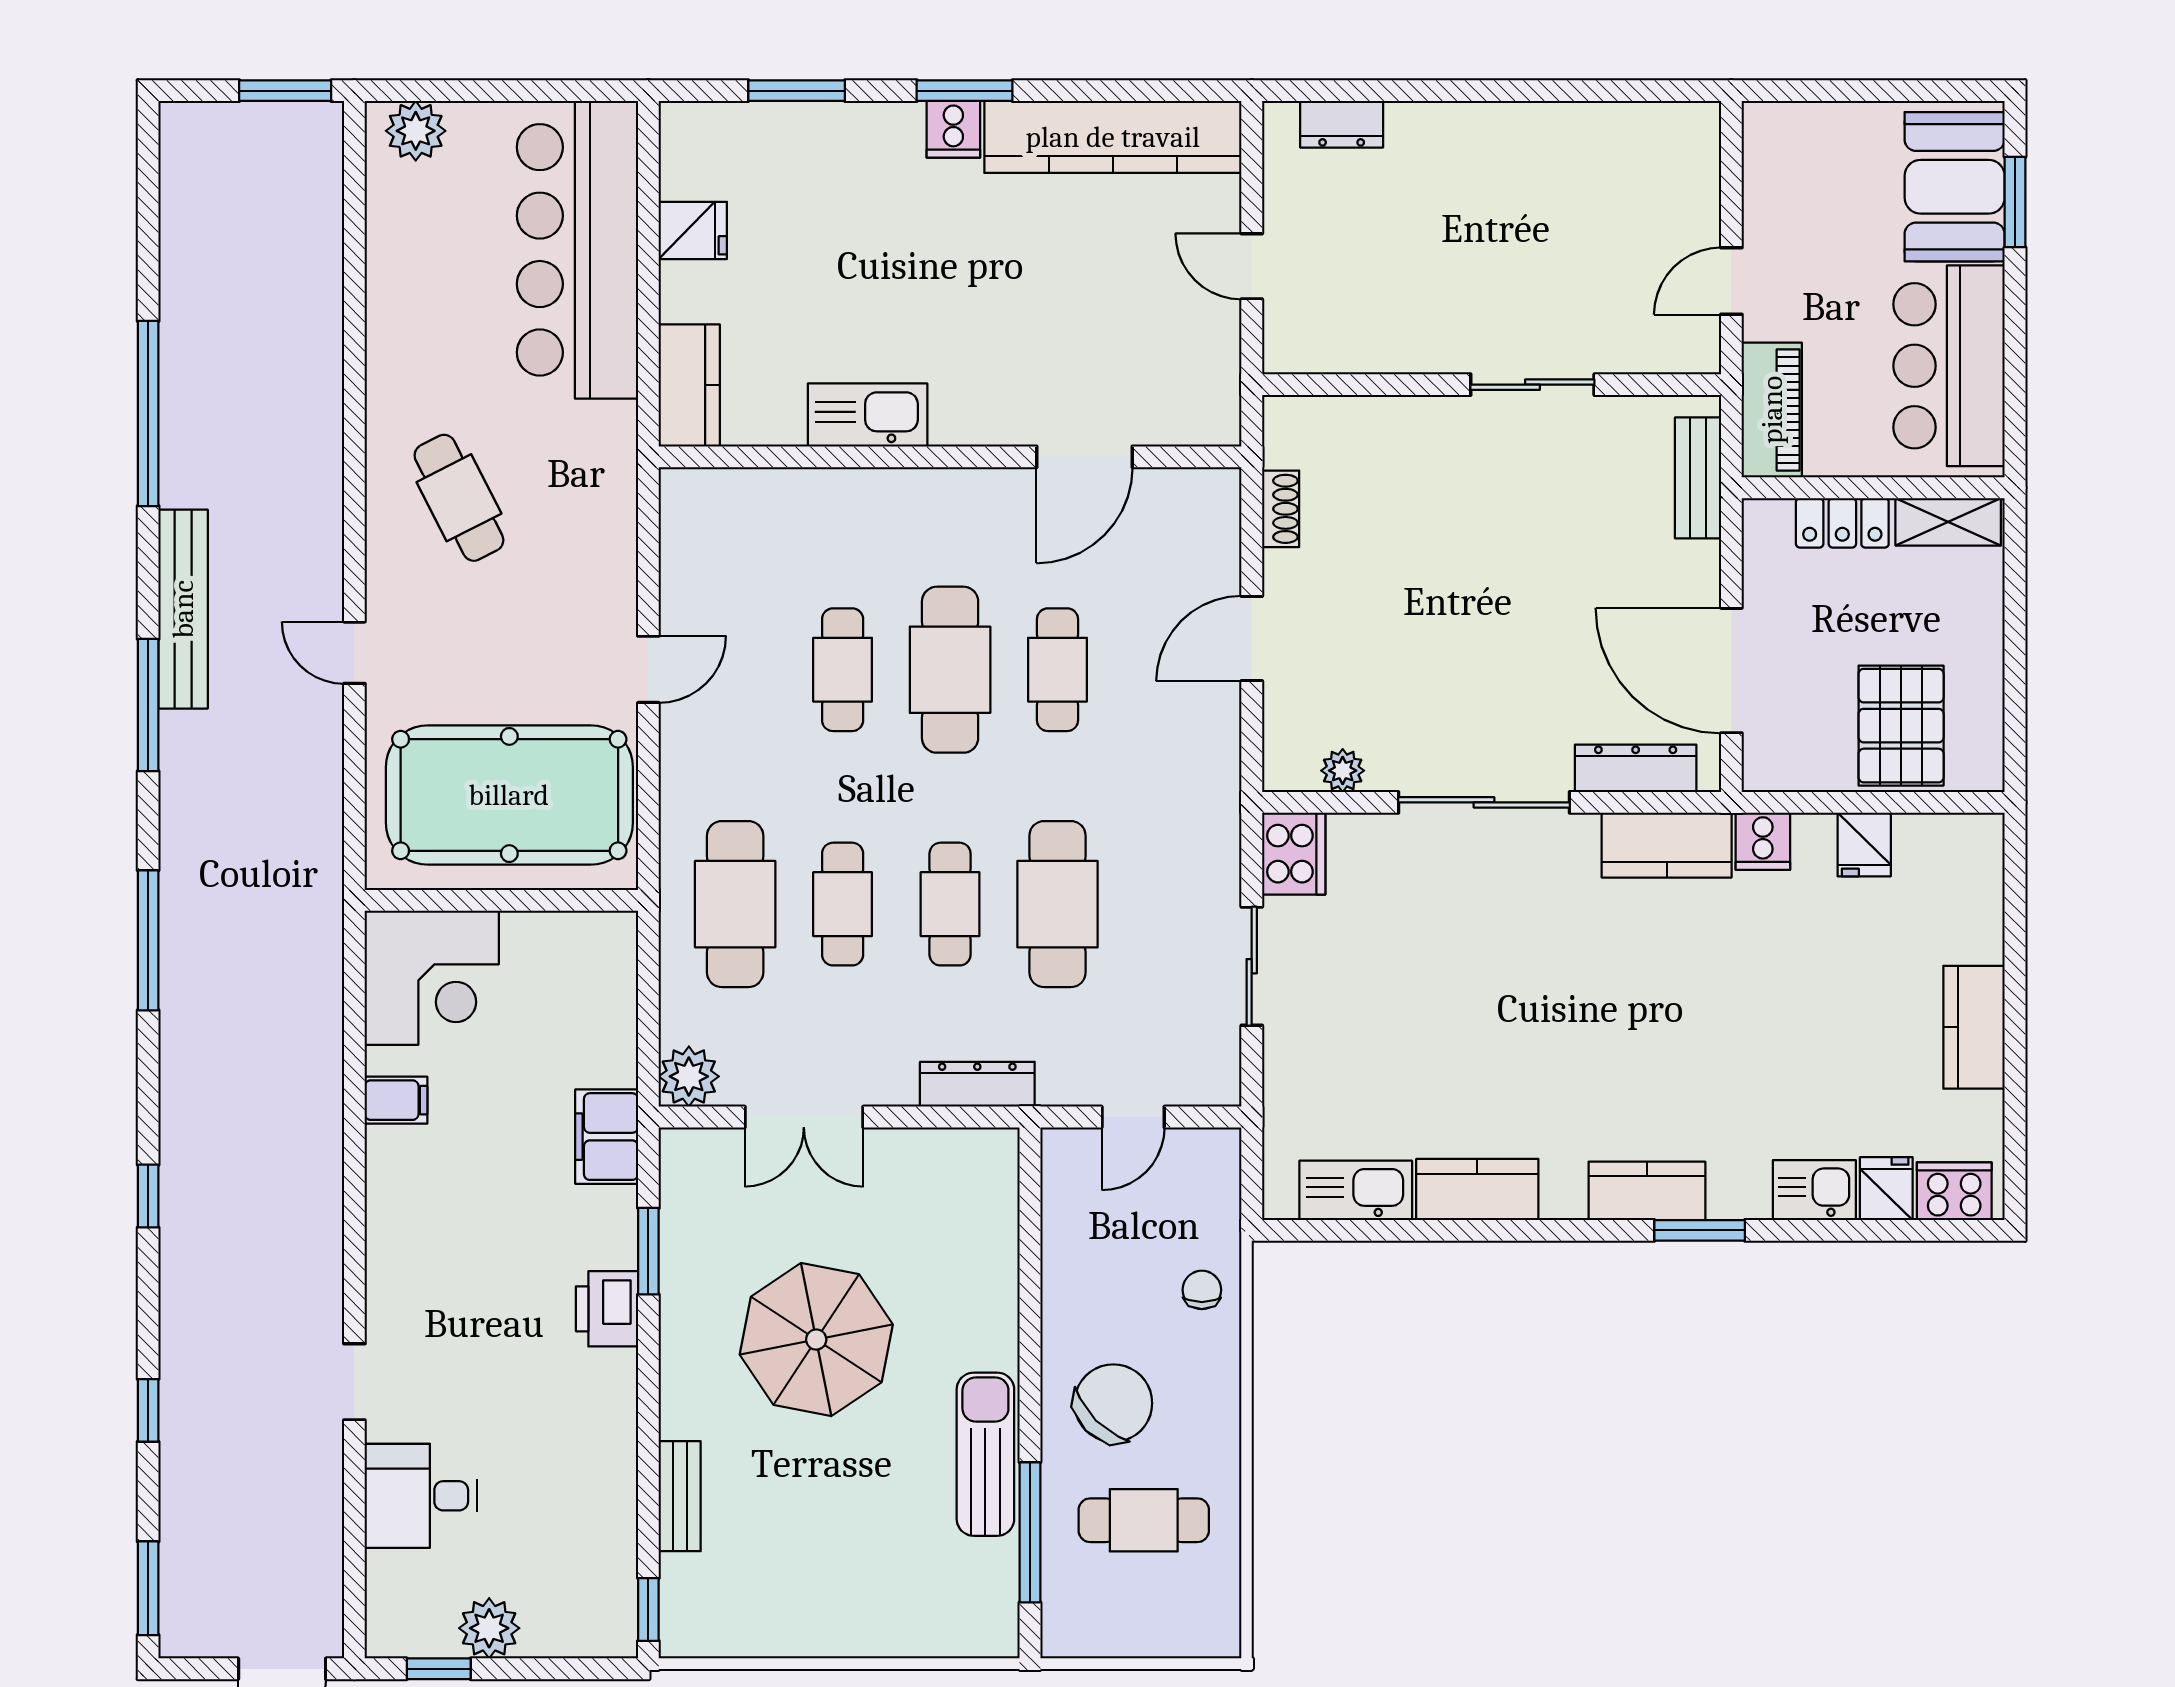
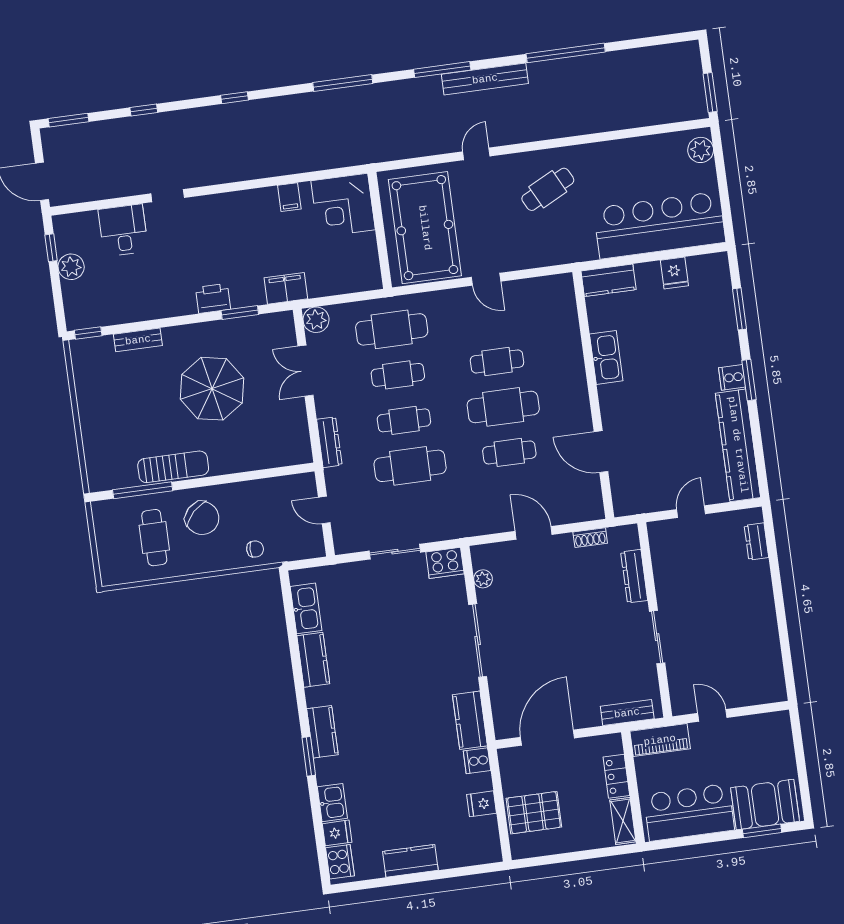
dresser: (1636, 768) -> (634, 576), moved, turned 180

